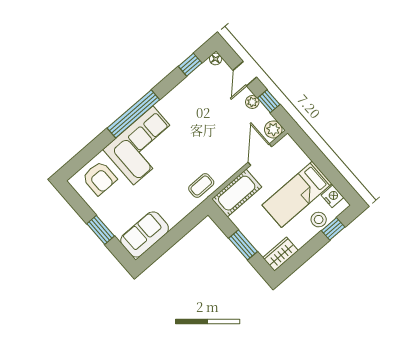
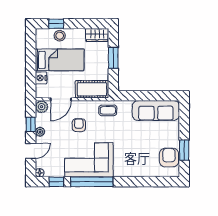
window: (133, 114) -> (92, 182), moved
armchair: (218, 144) -> (79, 125), added
corner sofa: (143, 145) -> (89, 160), moved
armchair: (99, 178) -> (169, 158), moved
nightstand: (332, 196) -> (41, 78), moved
window: (101, 230) -> (184, 150), moved
sofa: (145, 234) -> (156, 110), width x1.36

